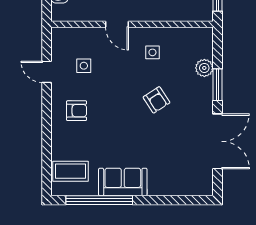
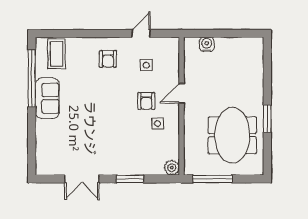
plant: (204, 68) -> (172, 168), moved
armchair: (156, 100) -> (146, 101), moved, turned -57
double door: (217, 141) -> (82, 179), width x0.73

